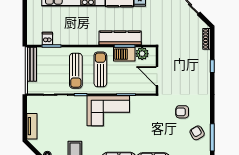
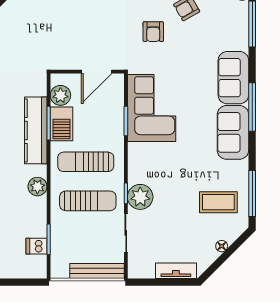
plant: (85, 39) -> (37, 187), added
bench: (32, 64) -> (97, 271), moved
plant: (78, 104) -> (140, 197), added
corner sofa: (108, 111) -> (152, 108), moved

